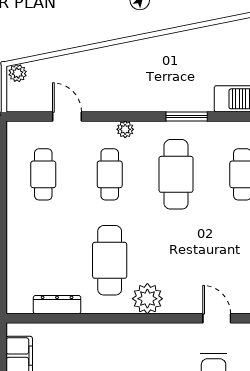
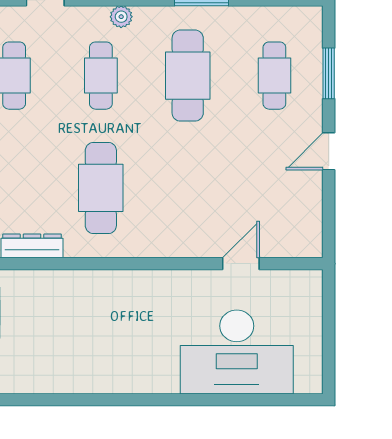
plant: (147, 299) -> (150, 238), removed
door: (217, 318) -> (241, 264), hinge flipped

